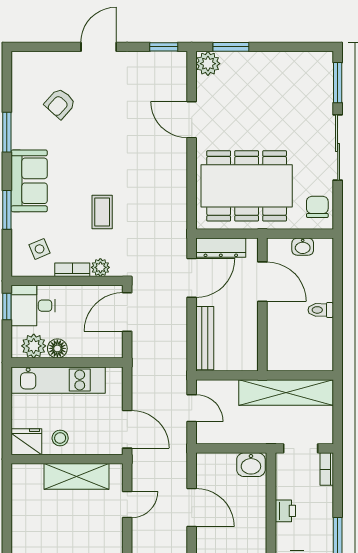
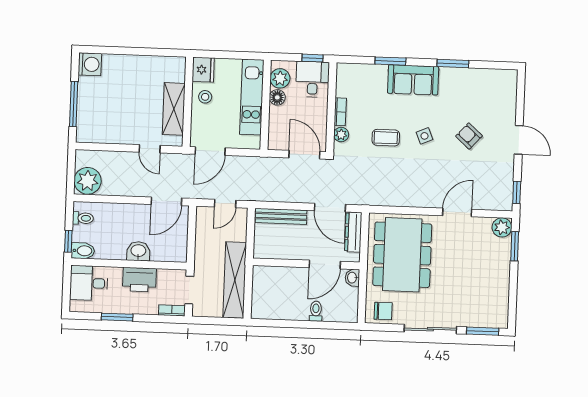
armchair: (60, 104) -> (469, 136), moved
washbasin: (303, 247) -> (352, 278), moved
side table: (40, 249) -> (425, 136), moved
toilet: (321, 310) -> (316, 311), moved
washbasin: (251, 465) -> (138, 251), moved, turned 90
door: (192, 507) -> (166, 201), moved
printer: (285, 511) -> (139, 280), width x1.87, depth x1.48

